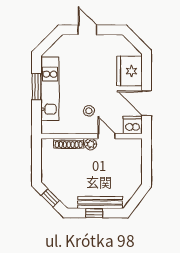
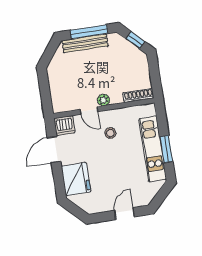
door: (87, 30) -> (124, 214), swing flipped
door: (147, 103) -> (54, 150), swing flipped
shoe rack: (69, 143) -> (138, 95), moved
window: (94, 213) -> (89, 32), width x2.17

